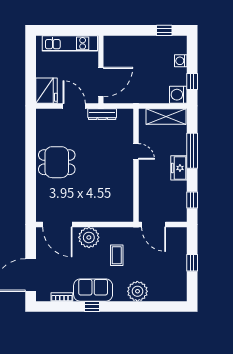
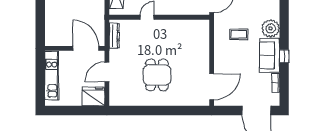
dresser: (102, 114) -> (114, 36), moved
dining table: (57, 162) -> (157, 75), moved
plant: (89, 237) -> (223, 59), removed
plant: (137, 291) -> (271, 28), moved

